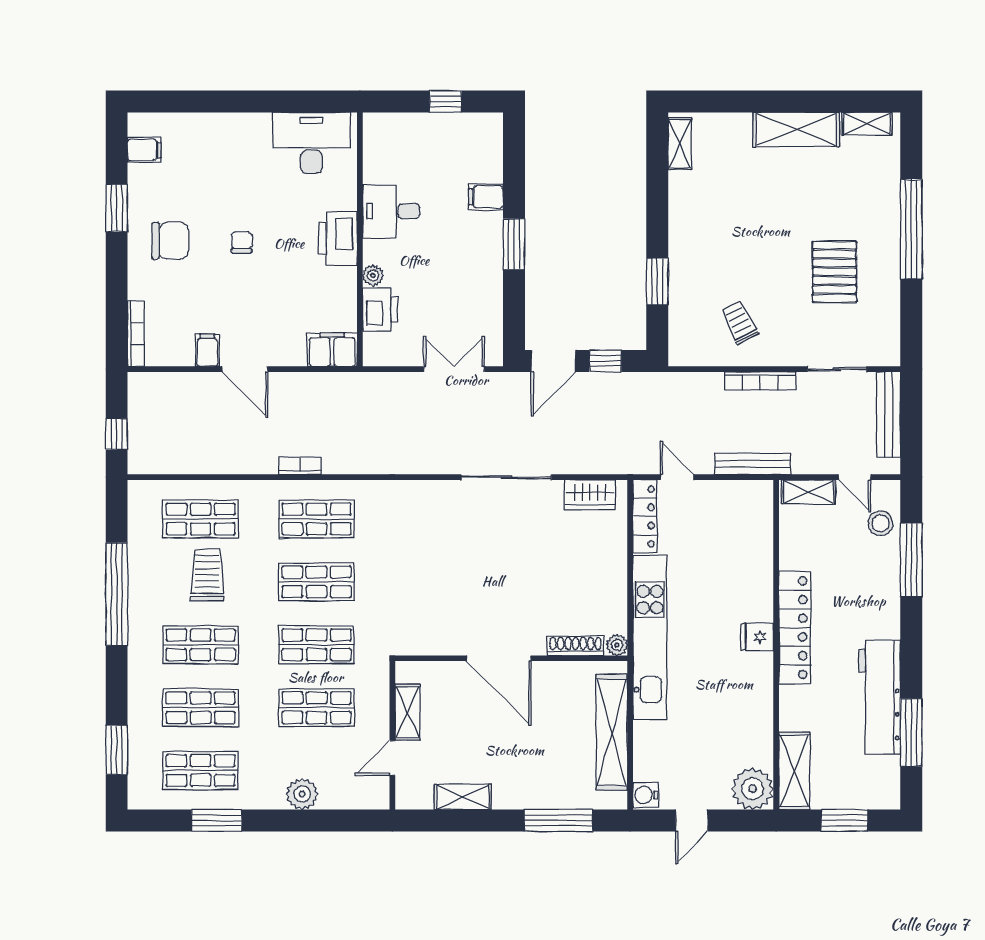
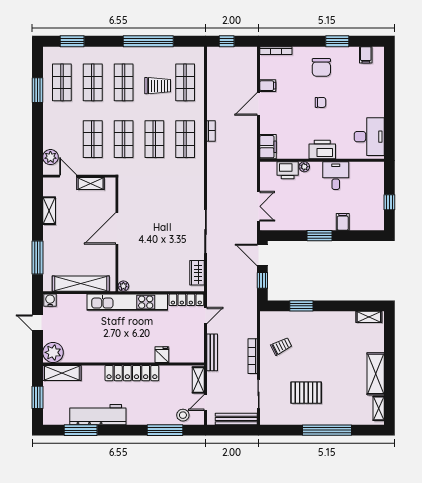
fridge: (757, 637) -> (162, 355), moved
shoe rack: (576, 646) -> (123, 266), removed
plant: (302, 794) -> (50, 157), moved

